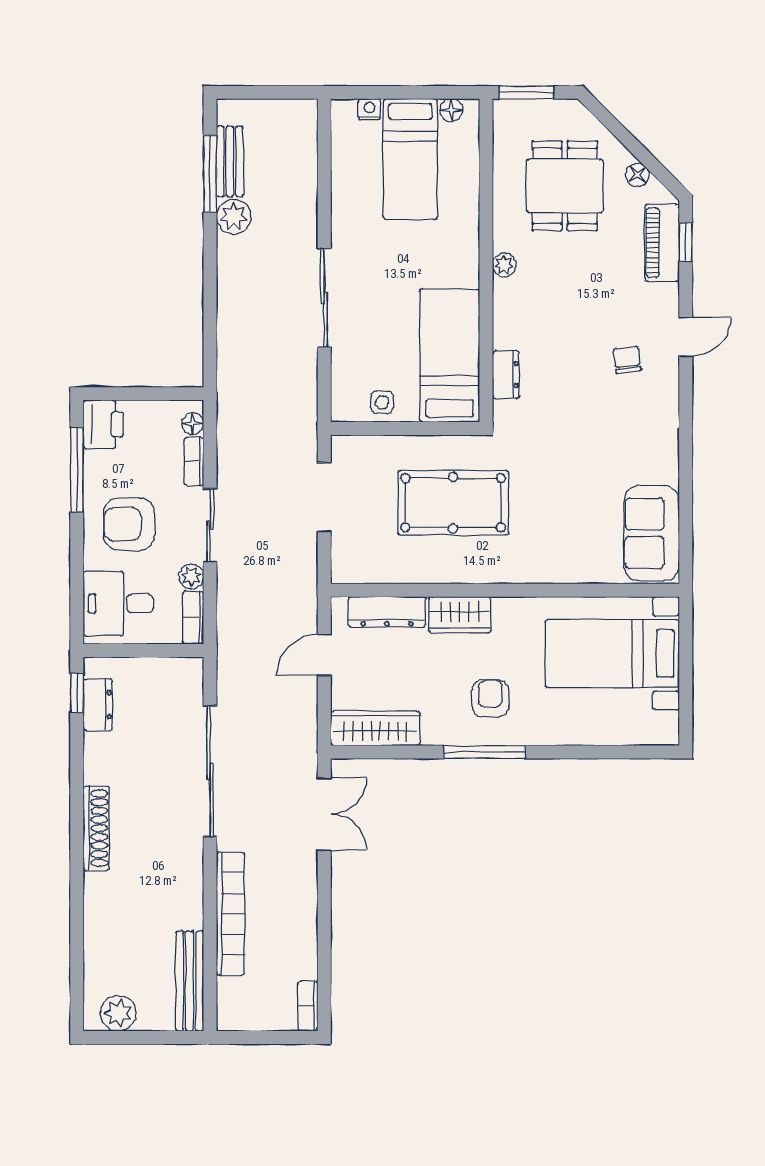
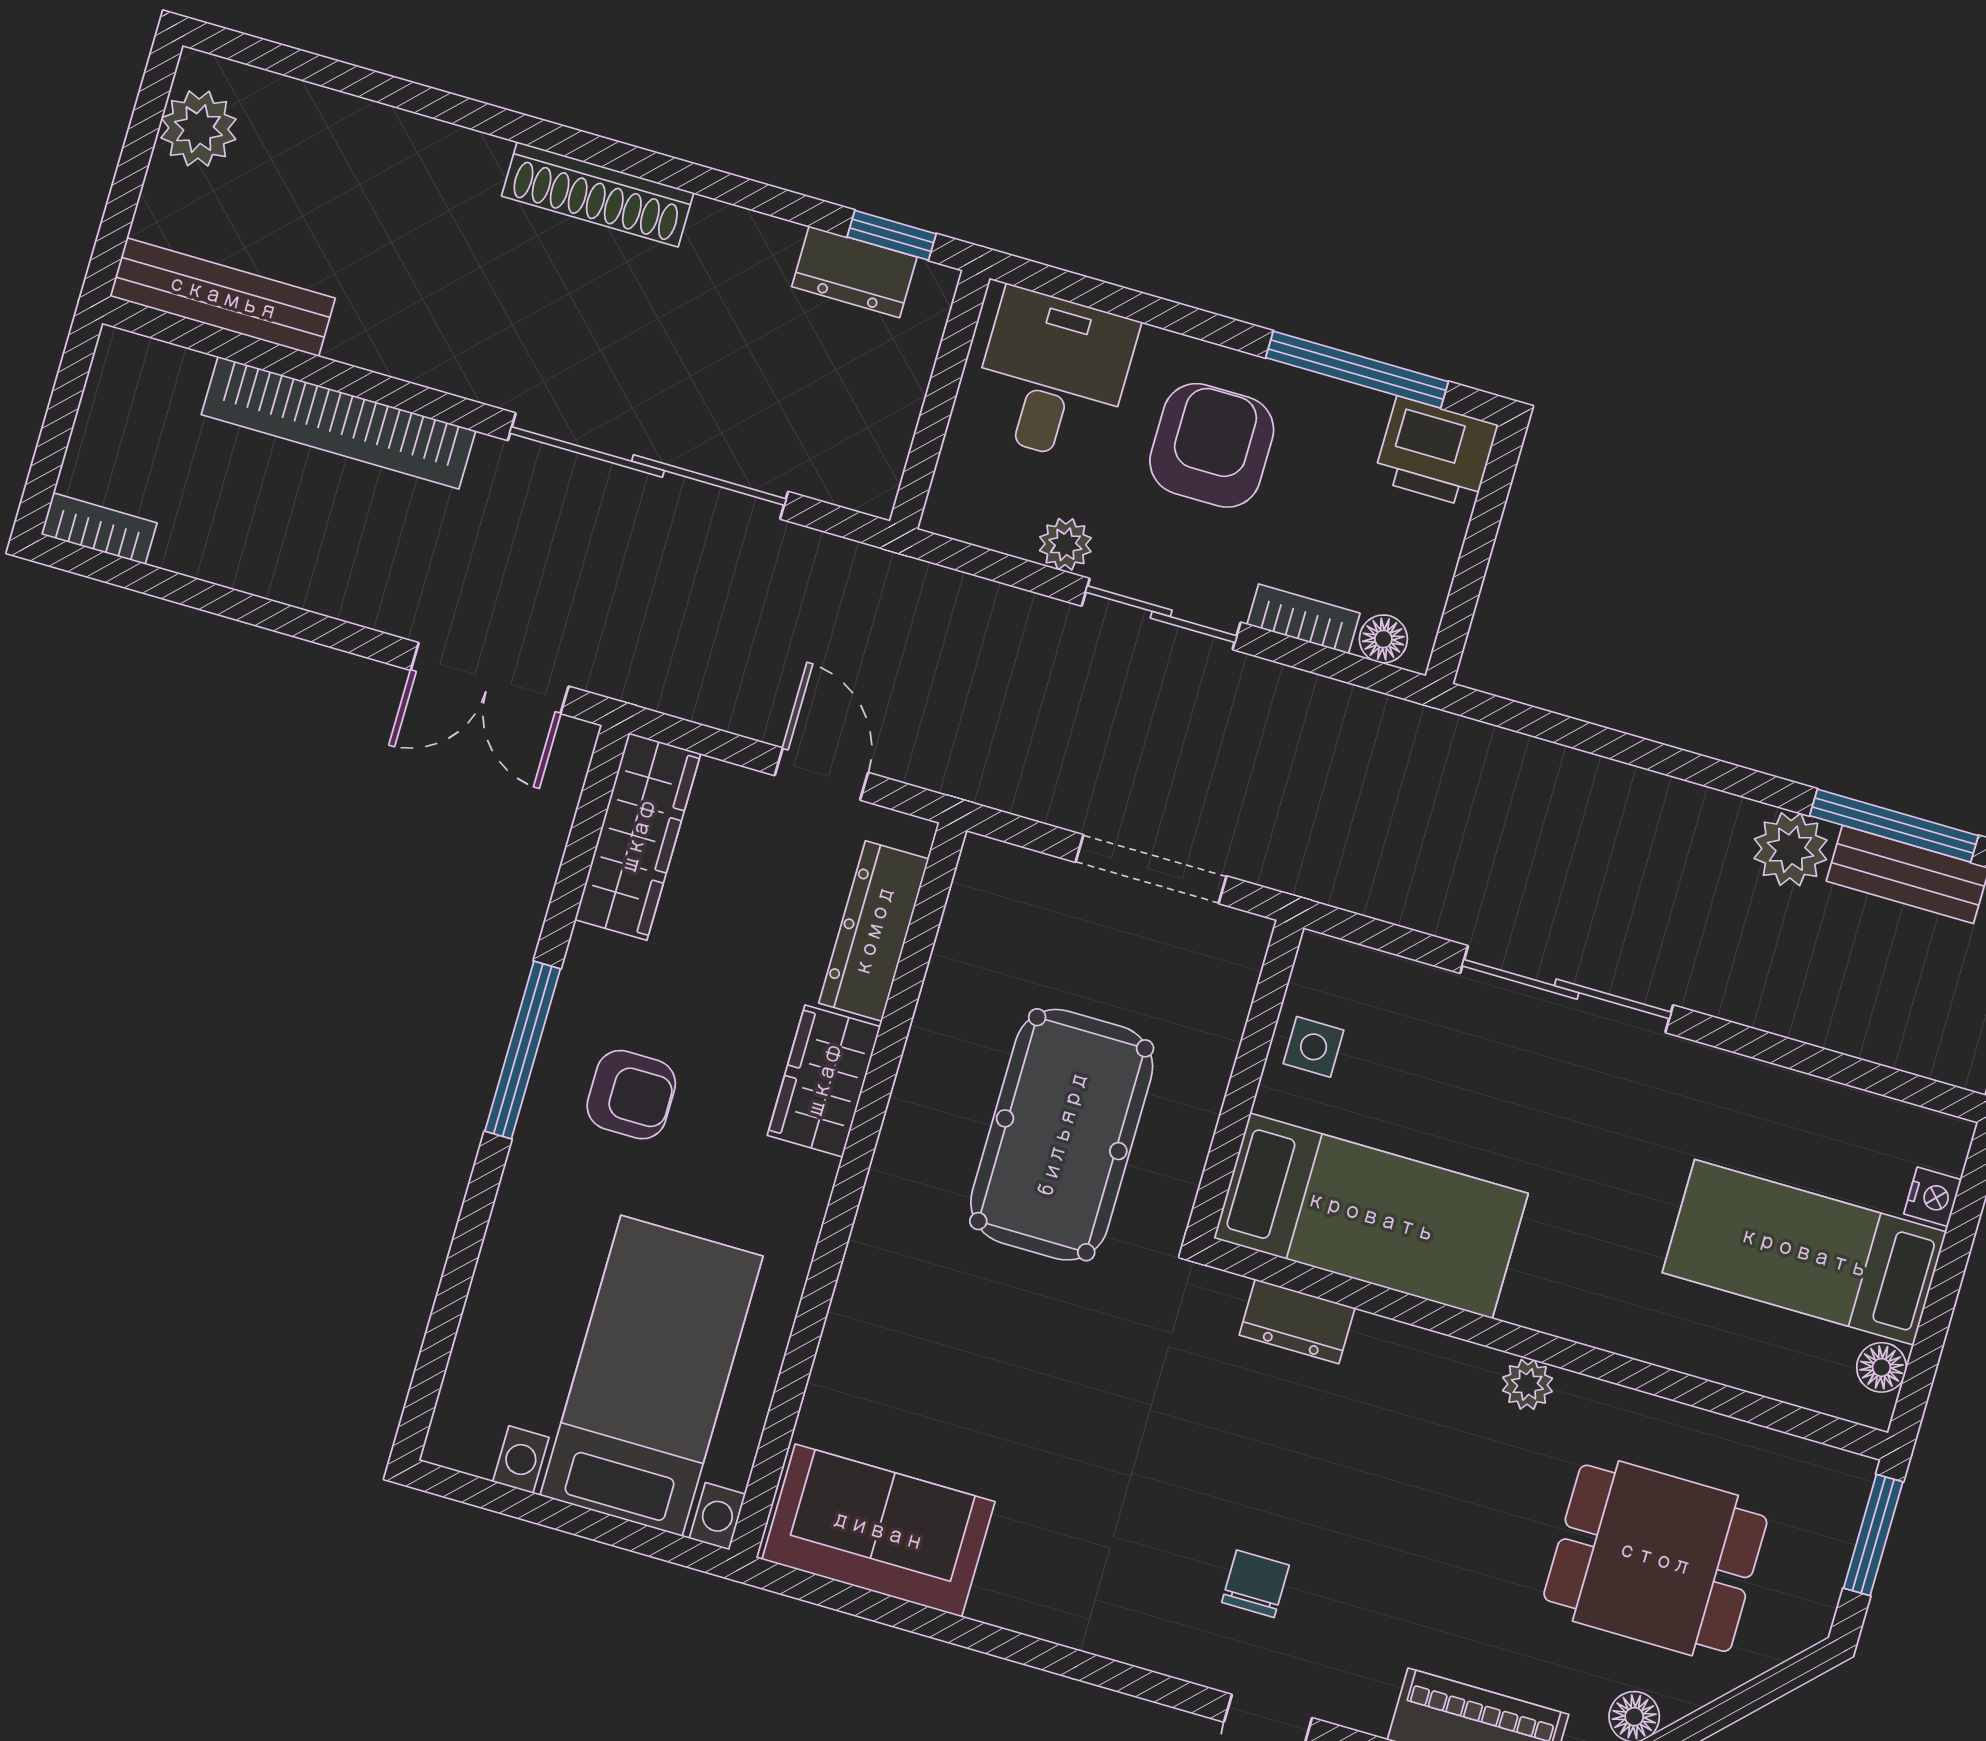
chair: (627, 360) -> (1255, 1584), turned -83
bookcase: (193, 618) -> (978, 523), removed

